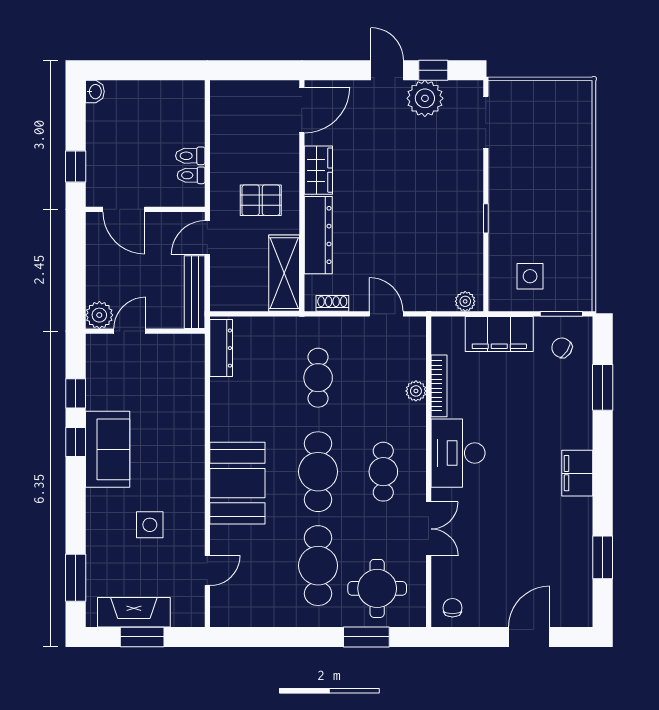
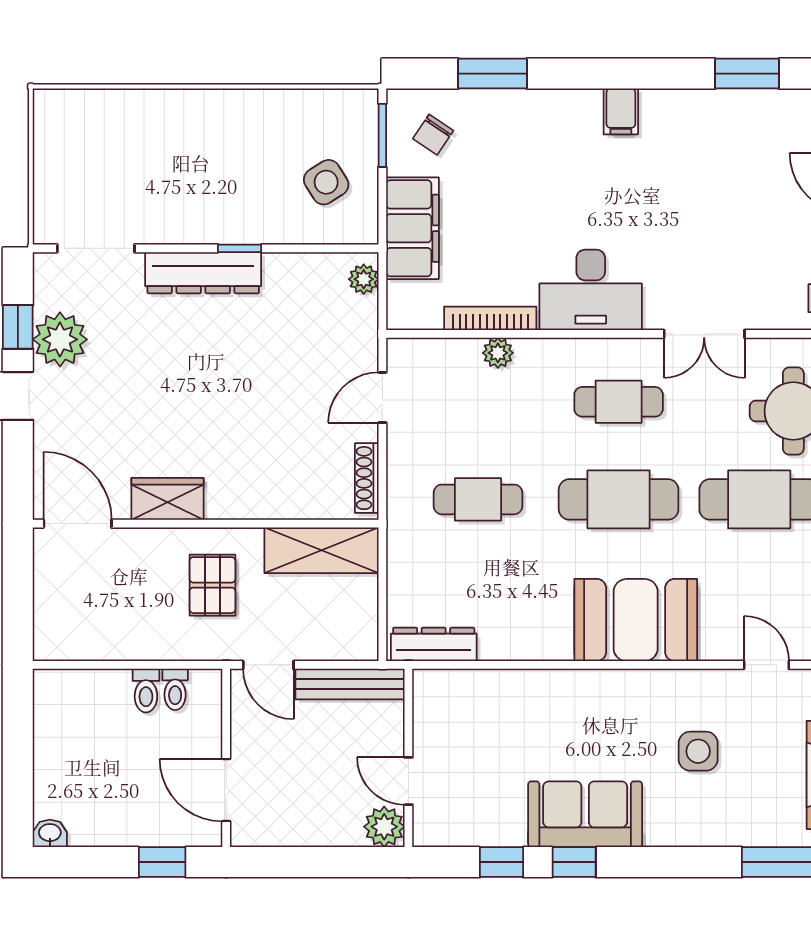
door: (124, 209) -> (226, 790), swing flipped
dresser: (318, 235) -> (203, 273), moved, turned 180
side table: (530, 276) -> (326, 182), turned -32
shoe rack: (332, 303) -> (367, 478), width x1.43
filing cabinet: (577, 473) -> (621, 111), width x0.50
double door: (429, 529) -> (704, 334), swing flipped

